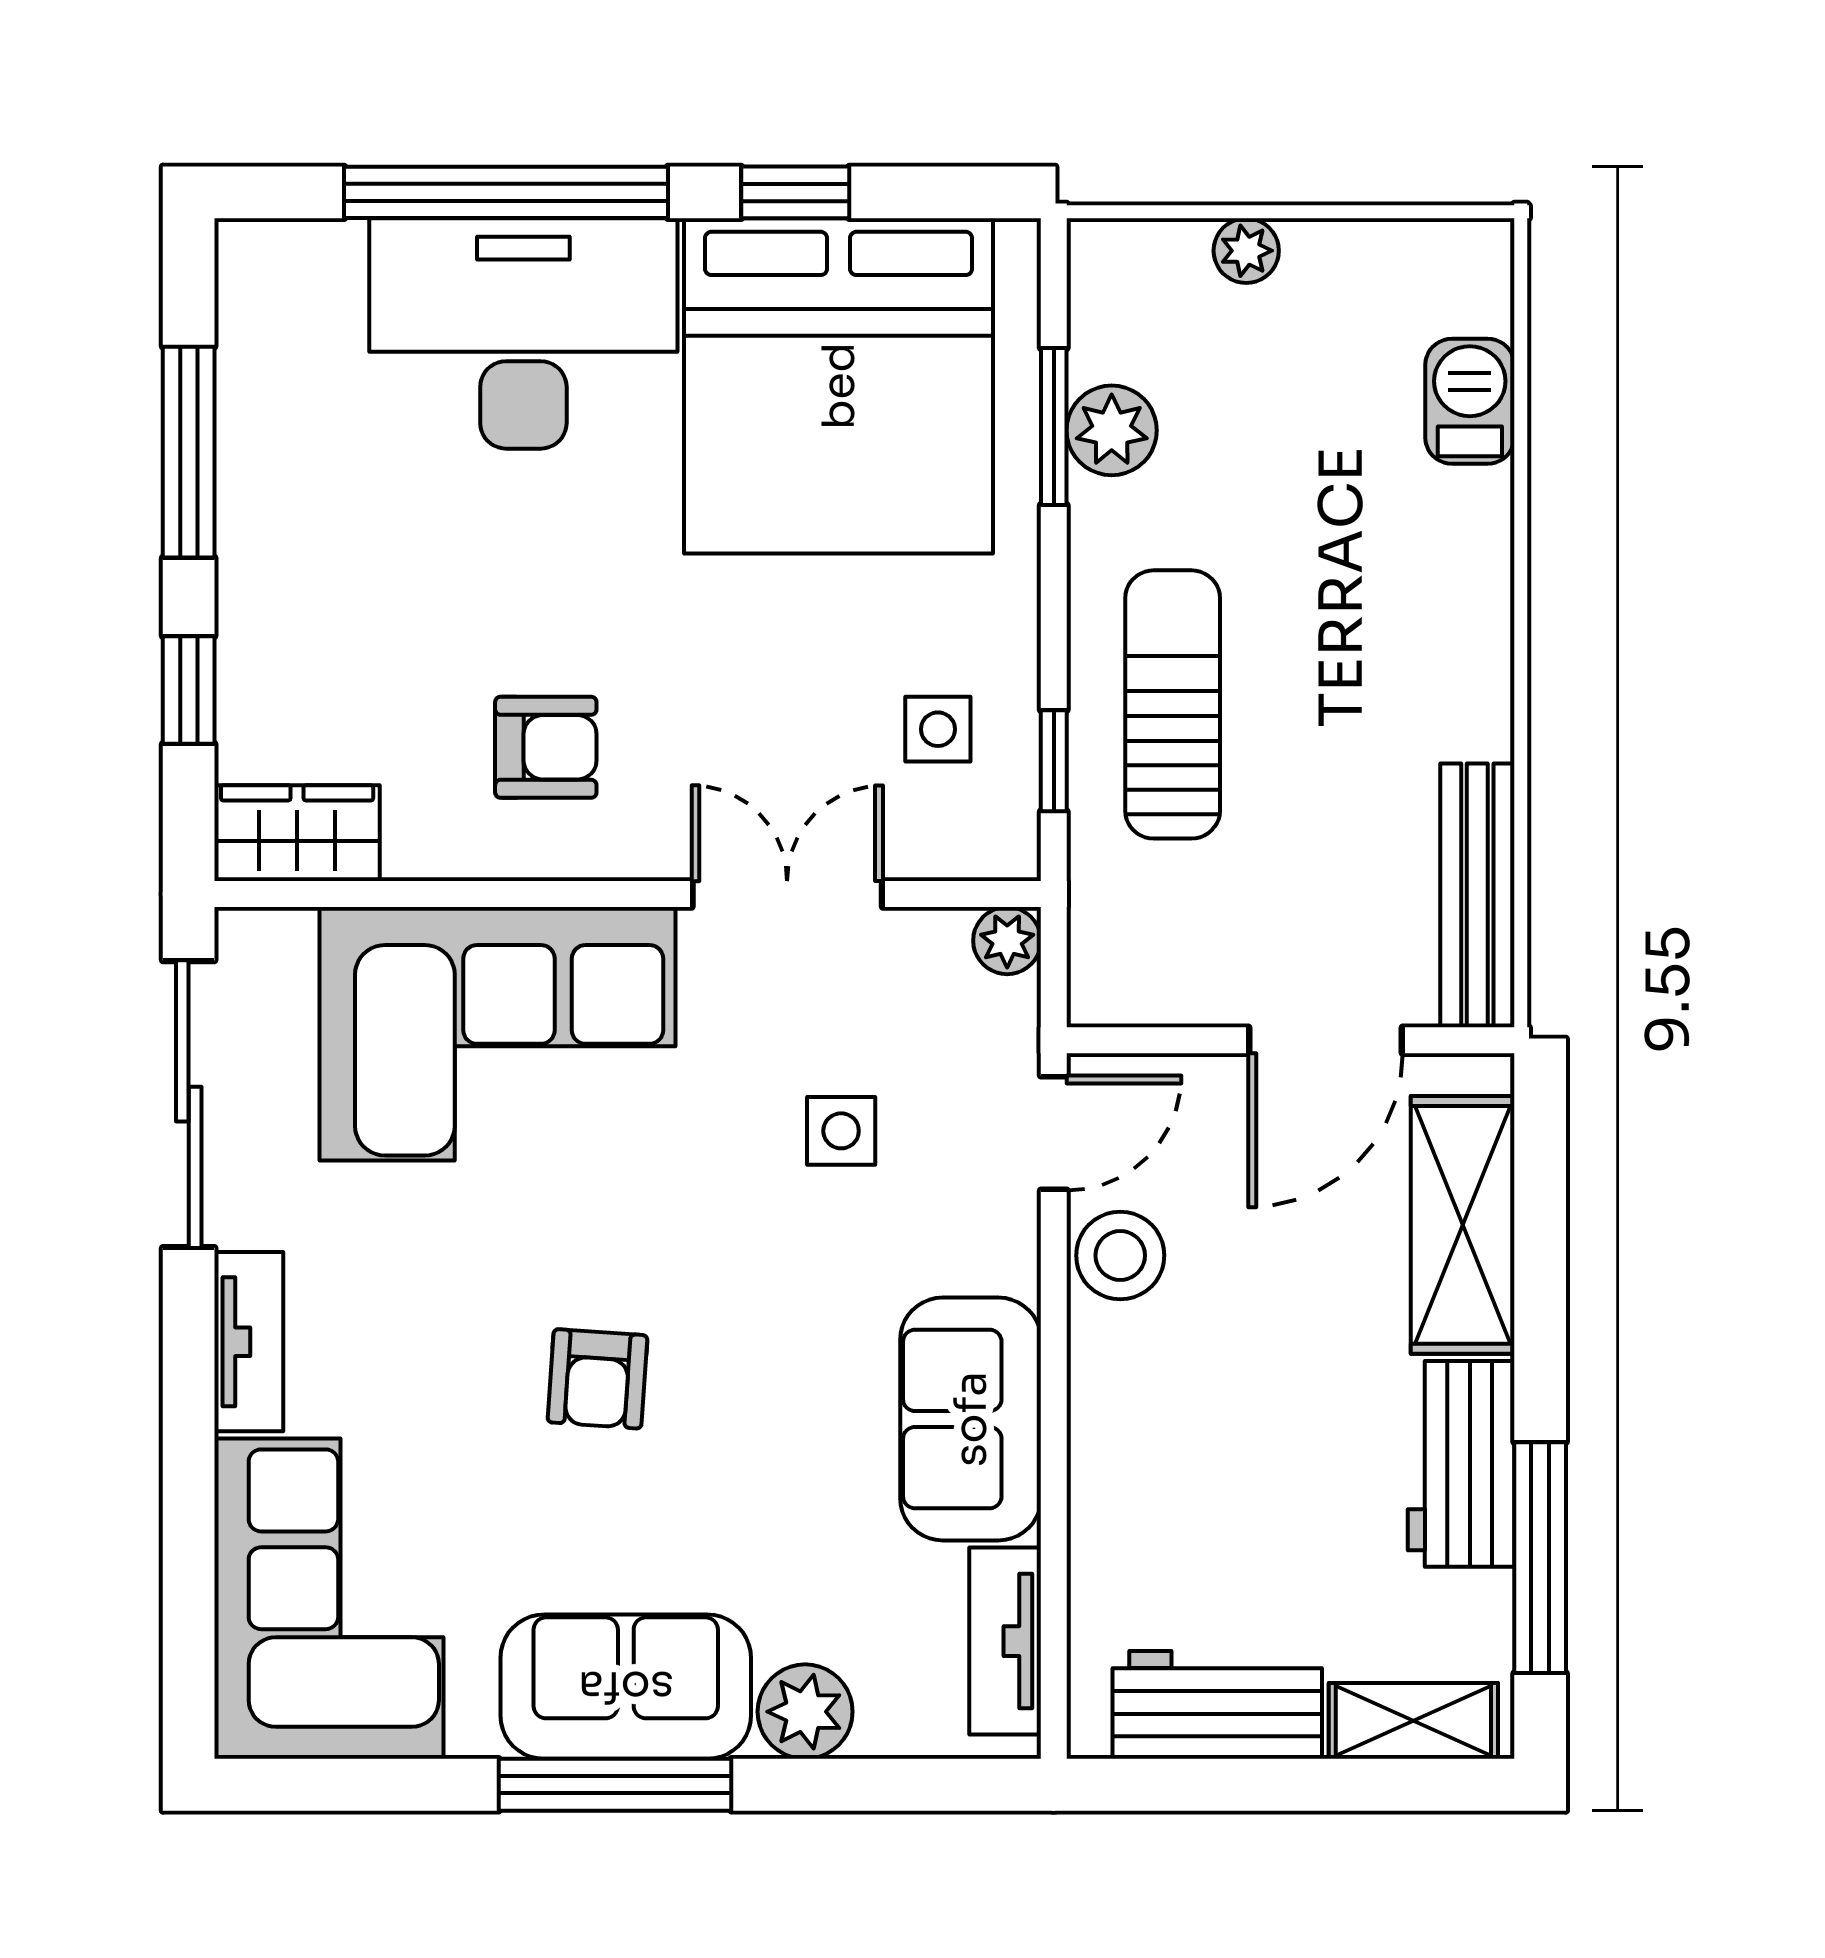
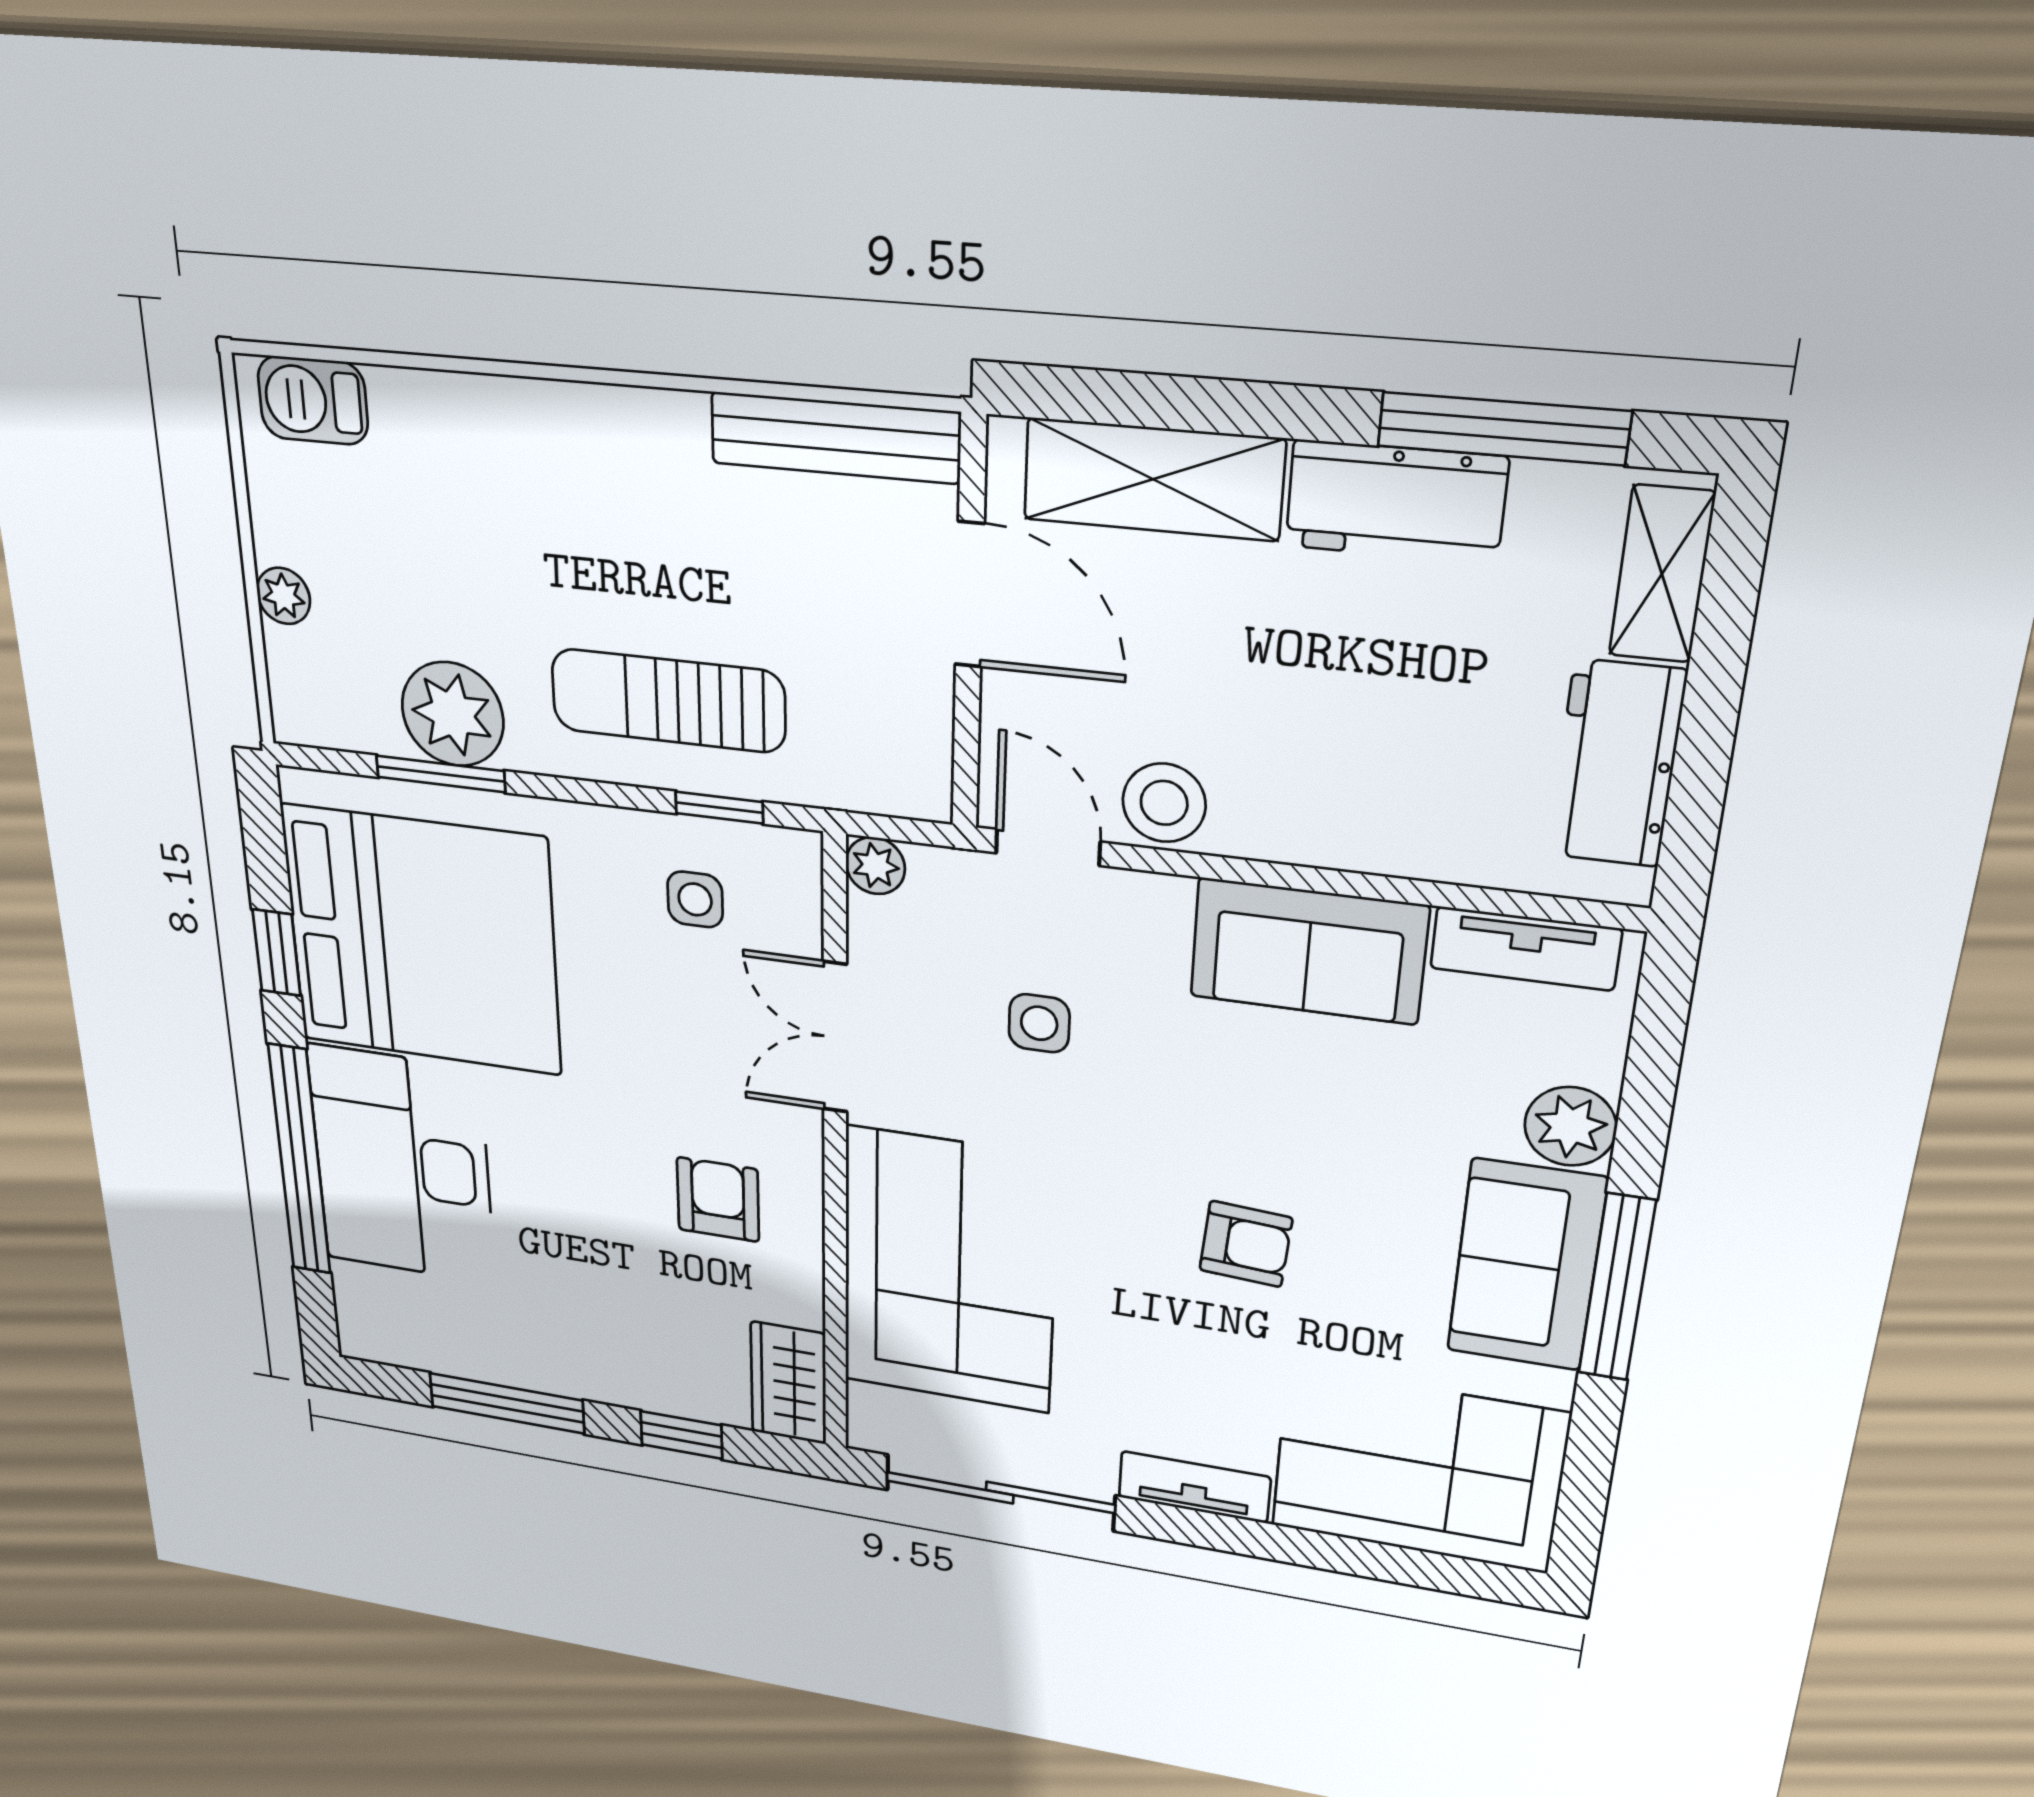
barbecue: (1470, 401) -> (313, 400), moved
plant: (1112, 430) -> (453, 714), width x1.36, depth x1.36

